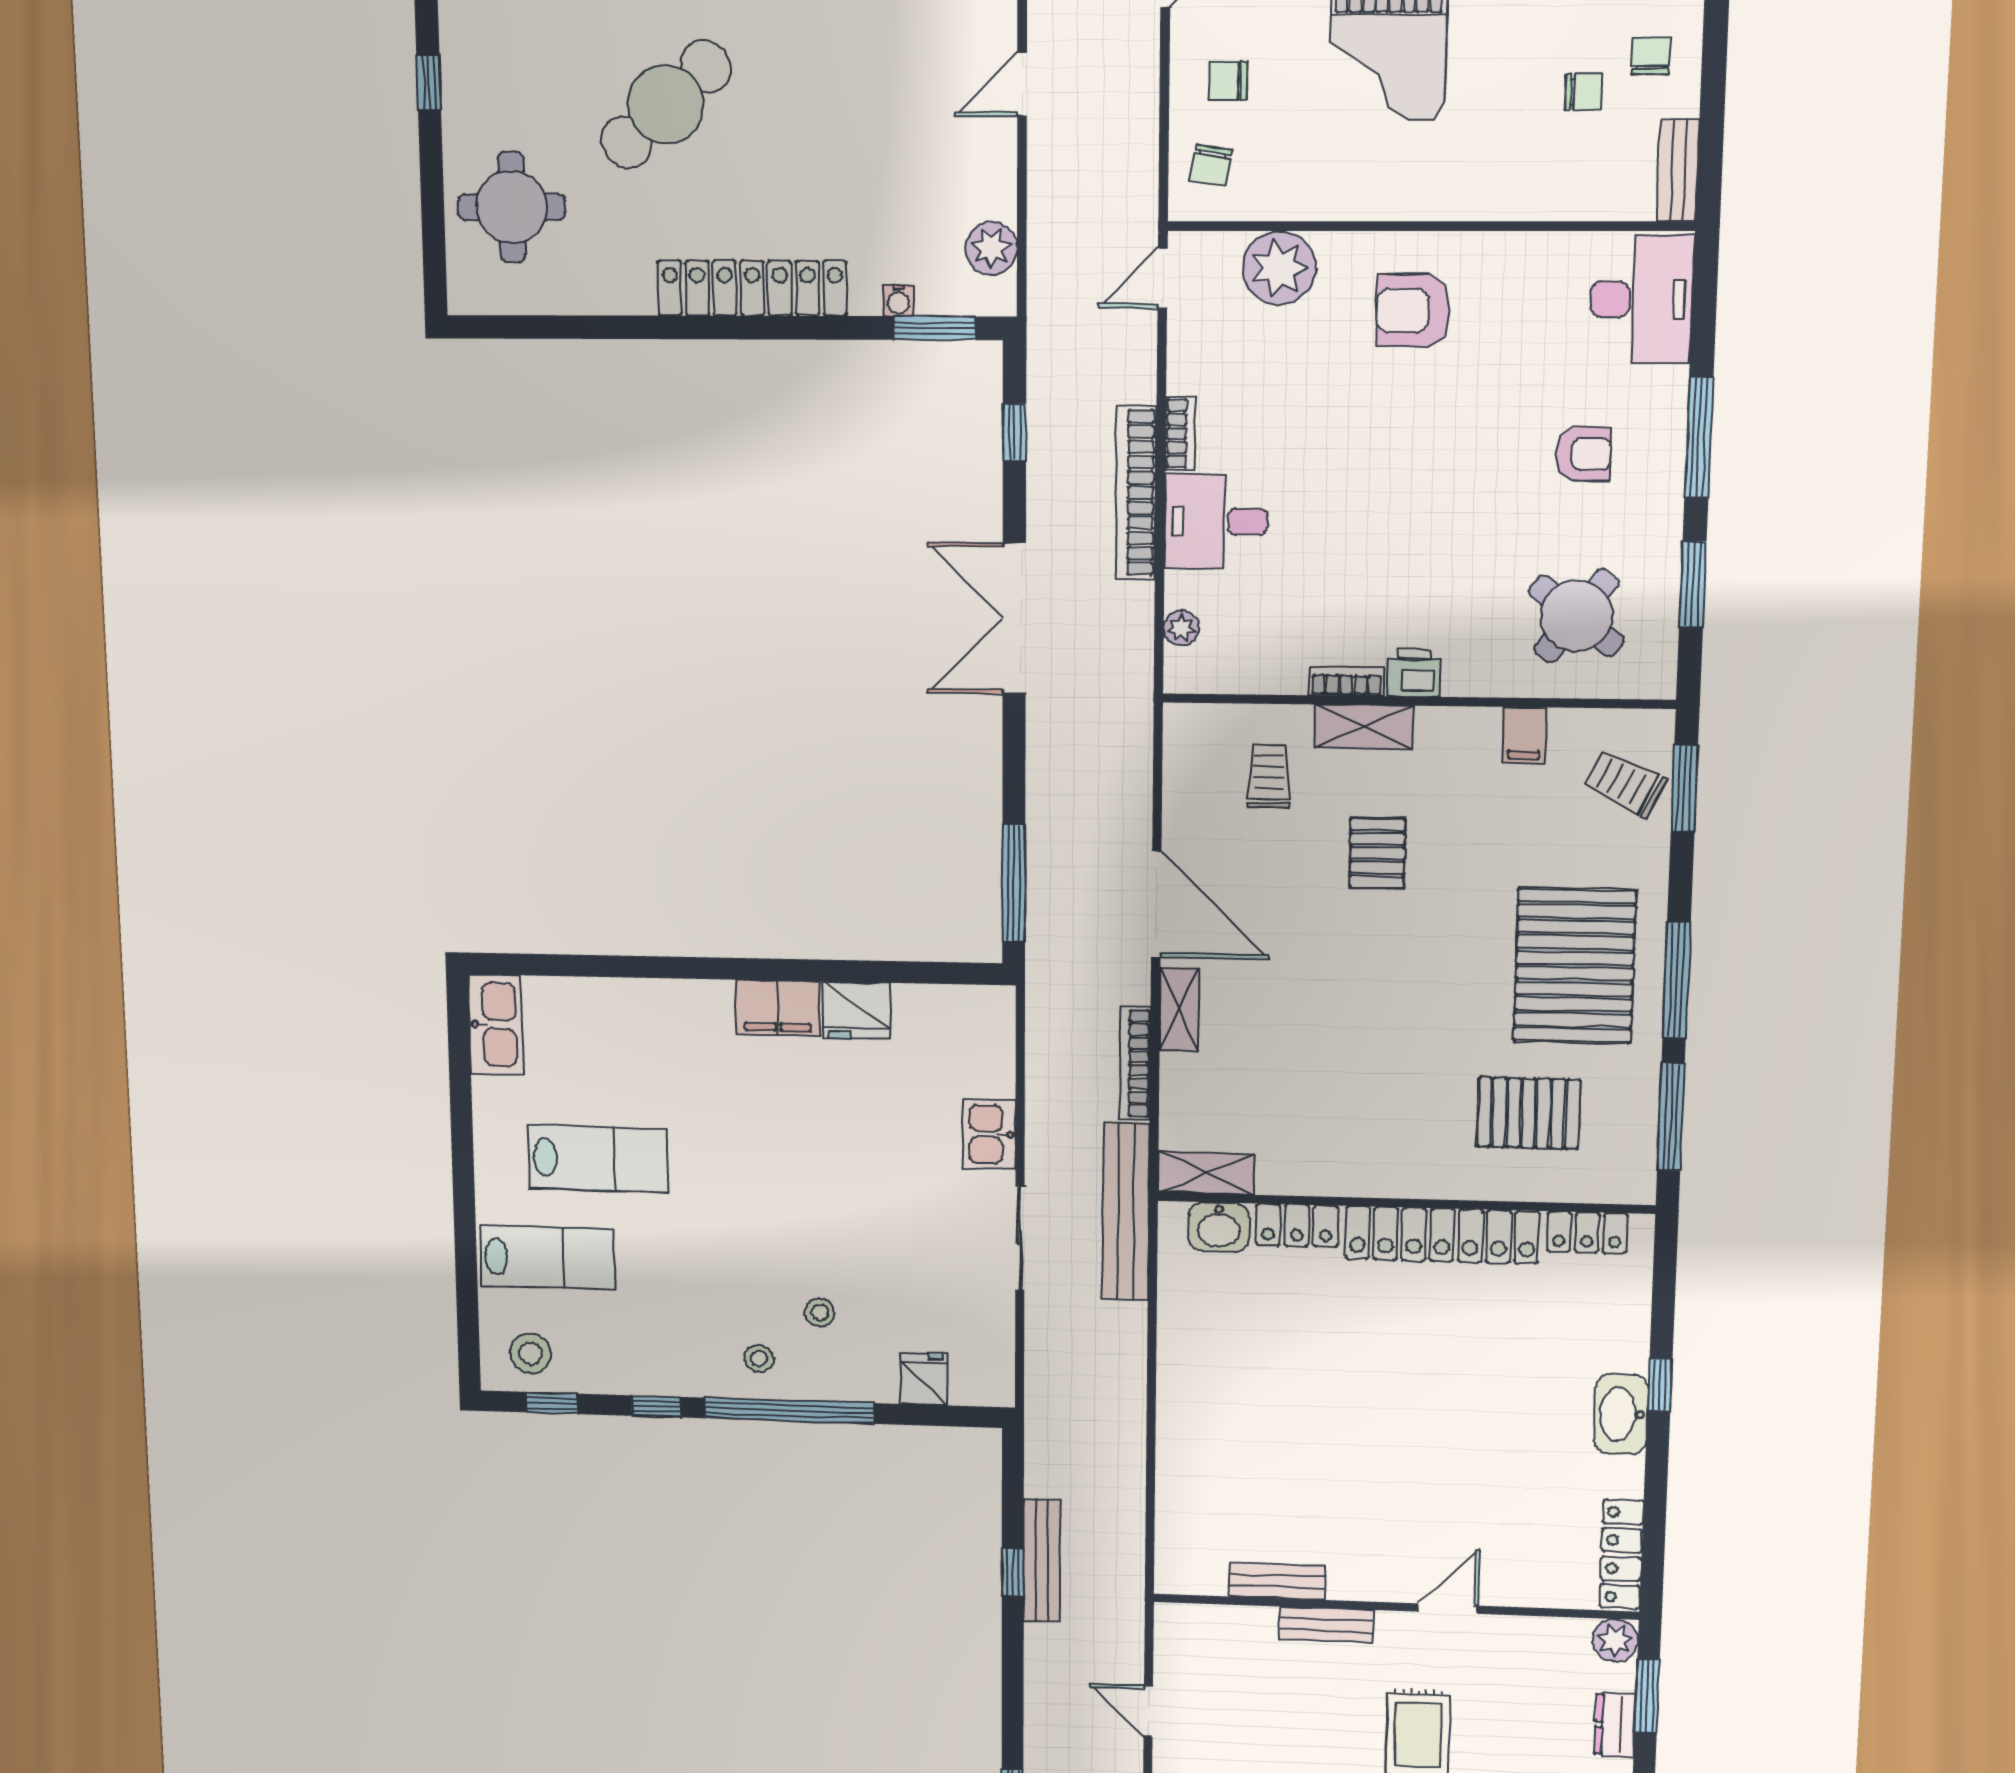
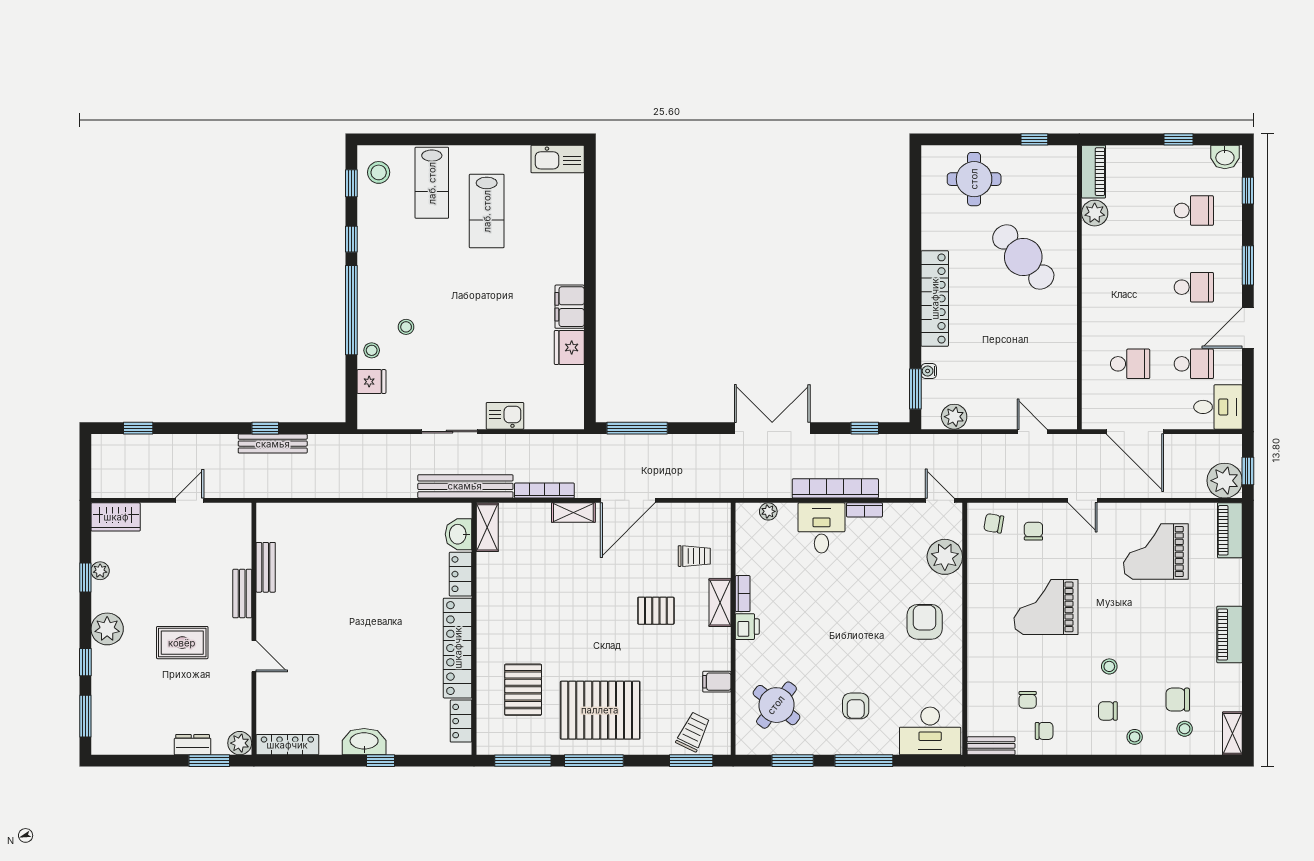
stool: (759, 1359) -> (372, 350), moved

